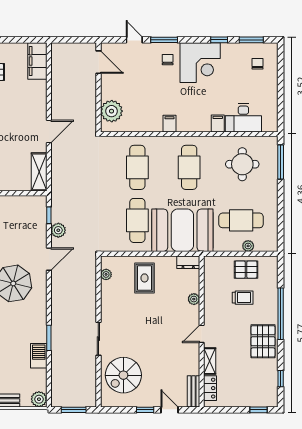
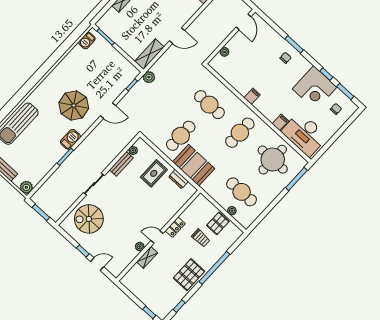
door: (134, 40) -> (277, 28), removed
corner desk: (200, 63) -> (315, 88), moved
plant: (112, 111) -> (224, 52), width x0.53, depth x0.53
desk: (243, 118) -> (305, 134), width x1.36, depth x1.30
round table: (242, 164) -> (273, 160), width x1.36, depth x1.36
cafe table: (137, 167) -> (209, 105), turned 90
plant: (58, 230) -> (149, 77), moved
booth: (182, 230) -> (194, 165), width x0.73, depth x0.70
dresser: (188, 262) -> (179, 179), moved
pallet: (246, 270) -> (218, 223), turned 90
plant: (194, 299) -> (140, 247), moved
barbecue: (39, 356) -> (70, 139), moved
locker: (210, 388) -> (175, 227), moved
bench: (194, 391) -> (121, 164), moved
door: (169, 410) -> (97, 264), hinge flipped

